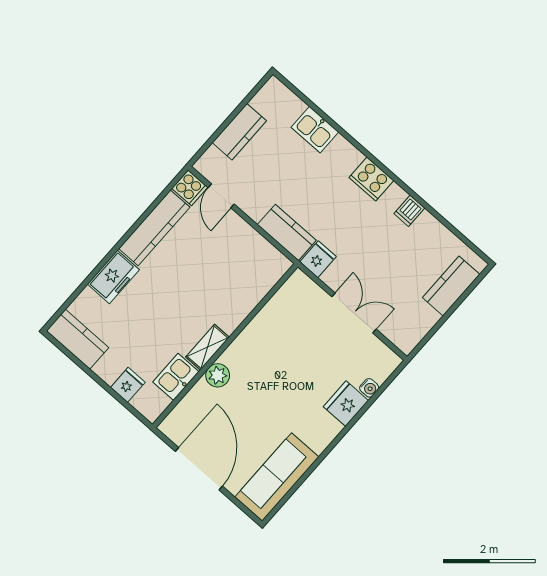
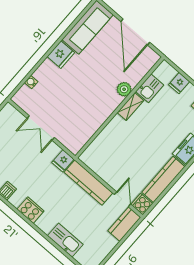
kitchen sink: (315, 130) -> (65, 240), width x1.38
kitchen counter: (239, 132) -> (124, 224), moved
kitchen counter: (287, 232) -> (88, 183), width x1.50
fridge: (346, 404) -> (61, 55), moved

